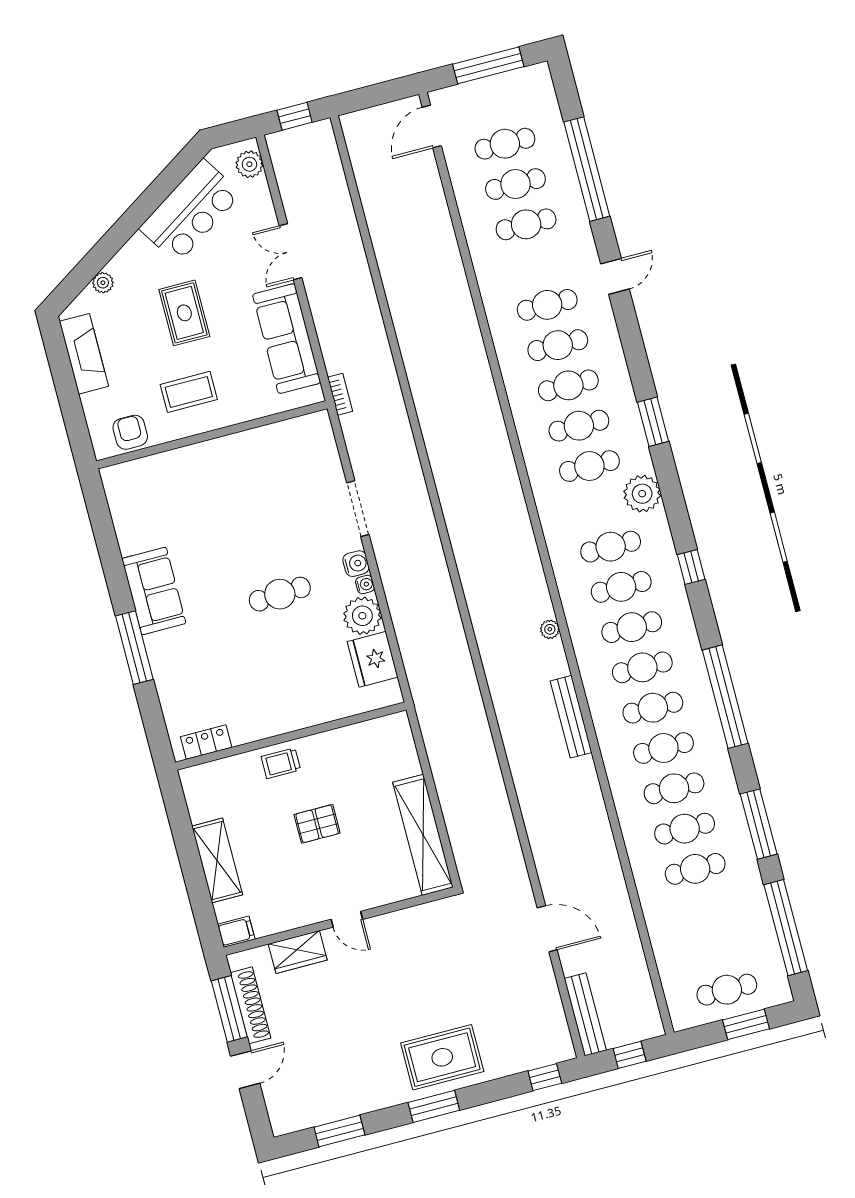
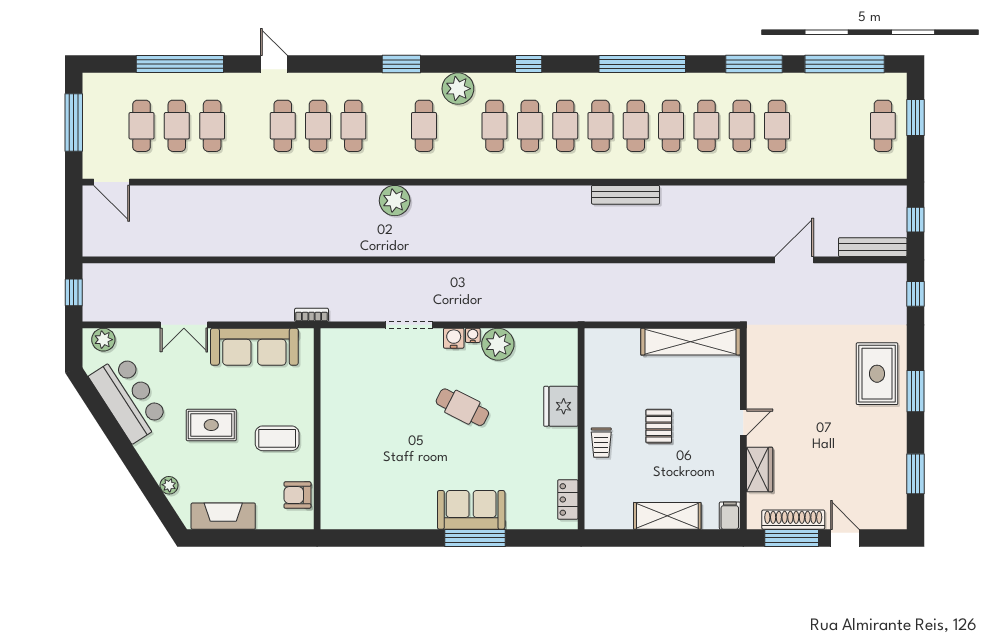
coffee table: (189, 392) -> (277, 438), turned 90
cafe table: (579, 426) -> (389, 126), removed
sofa: (154, 591) -> (471, 510), moved
cafe table: (280, 594) -> (462, 407), turned -60
plant: (550, 629) -> (395, 201), moved, width x1.87, depth x1.87
fridge: (373, 659) -> (561, 406), moved, turned 90

